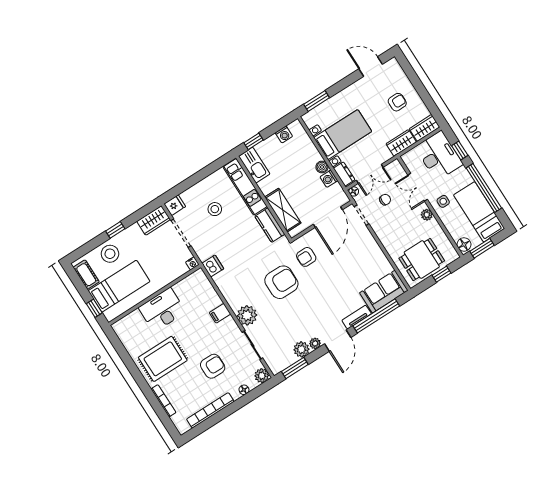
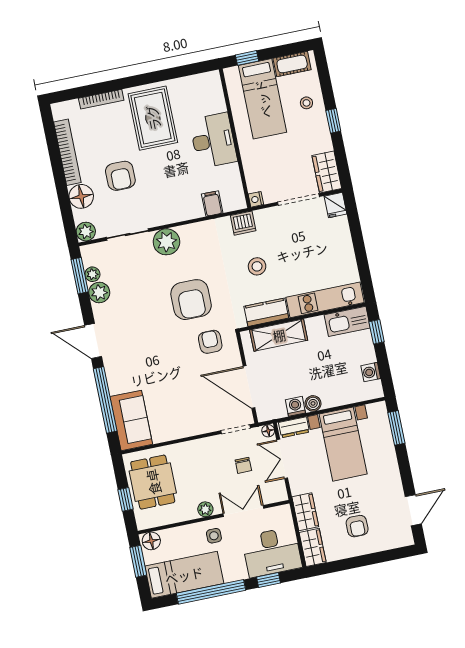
stool: (215, 209) -> (257, 266), moved
stool: (110, 254) -> (306, 103), width x0.53, depth x0.53
filing cabinet: (220, 313) -> (212, 204), moved
tv unit: (357, 317) -> (113, 375), removed
plant: (315, 343) -> (92, 274), moved
floor lamp: (244, 390) -> (81, 196), width x1.89, depth x1.89

